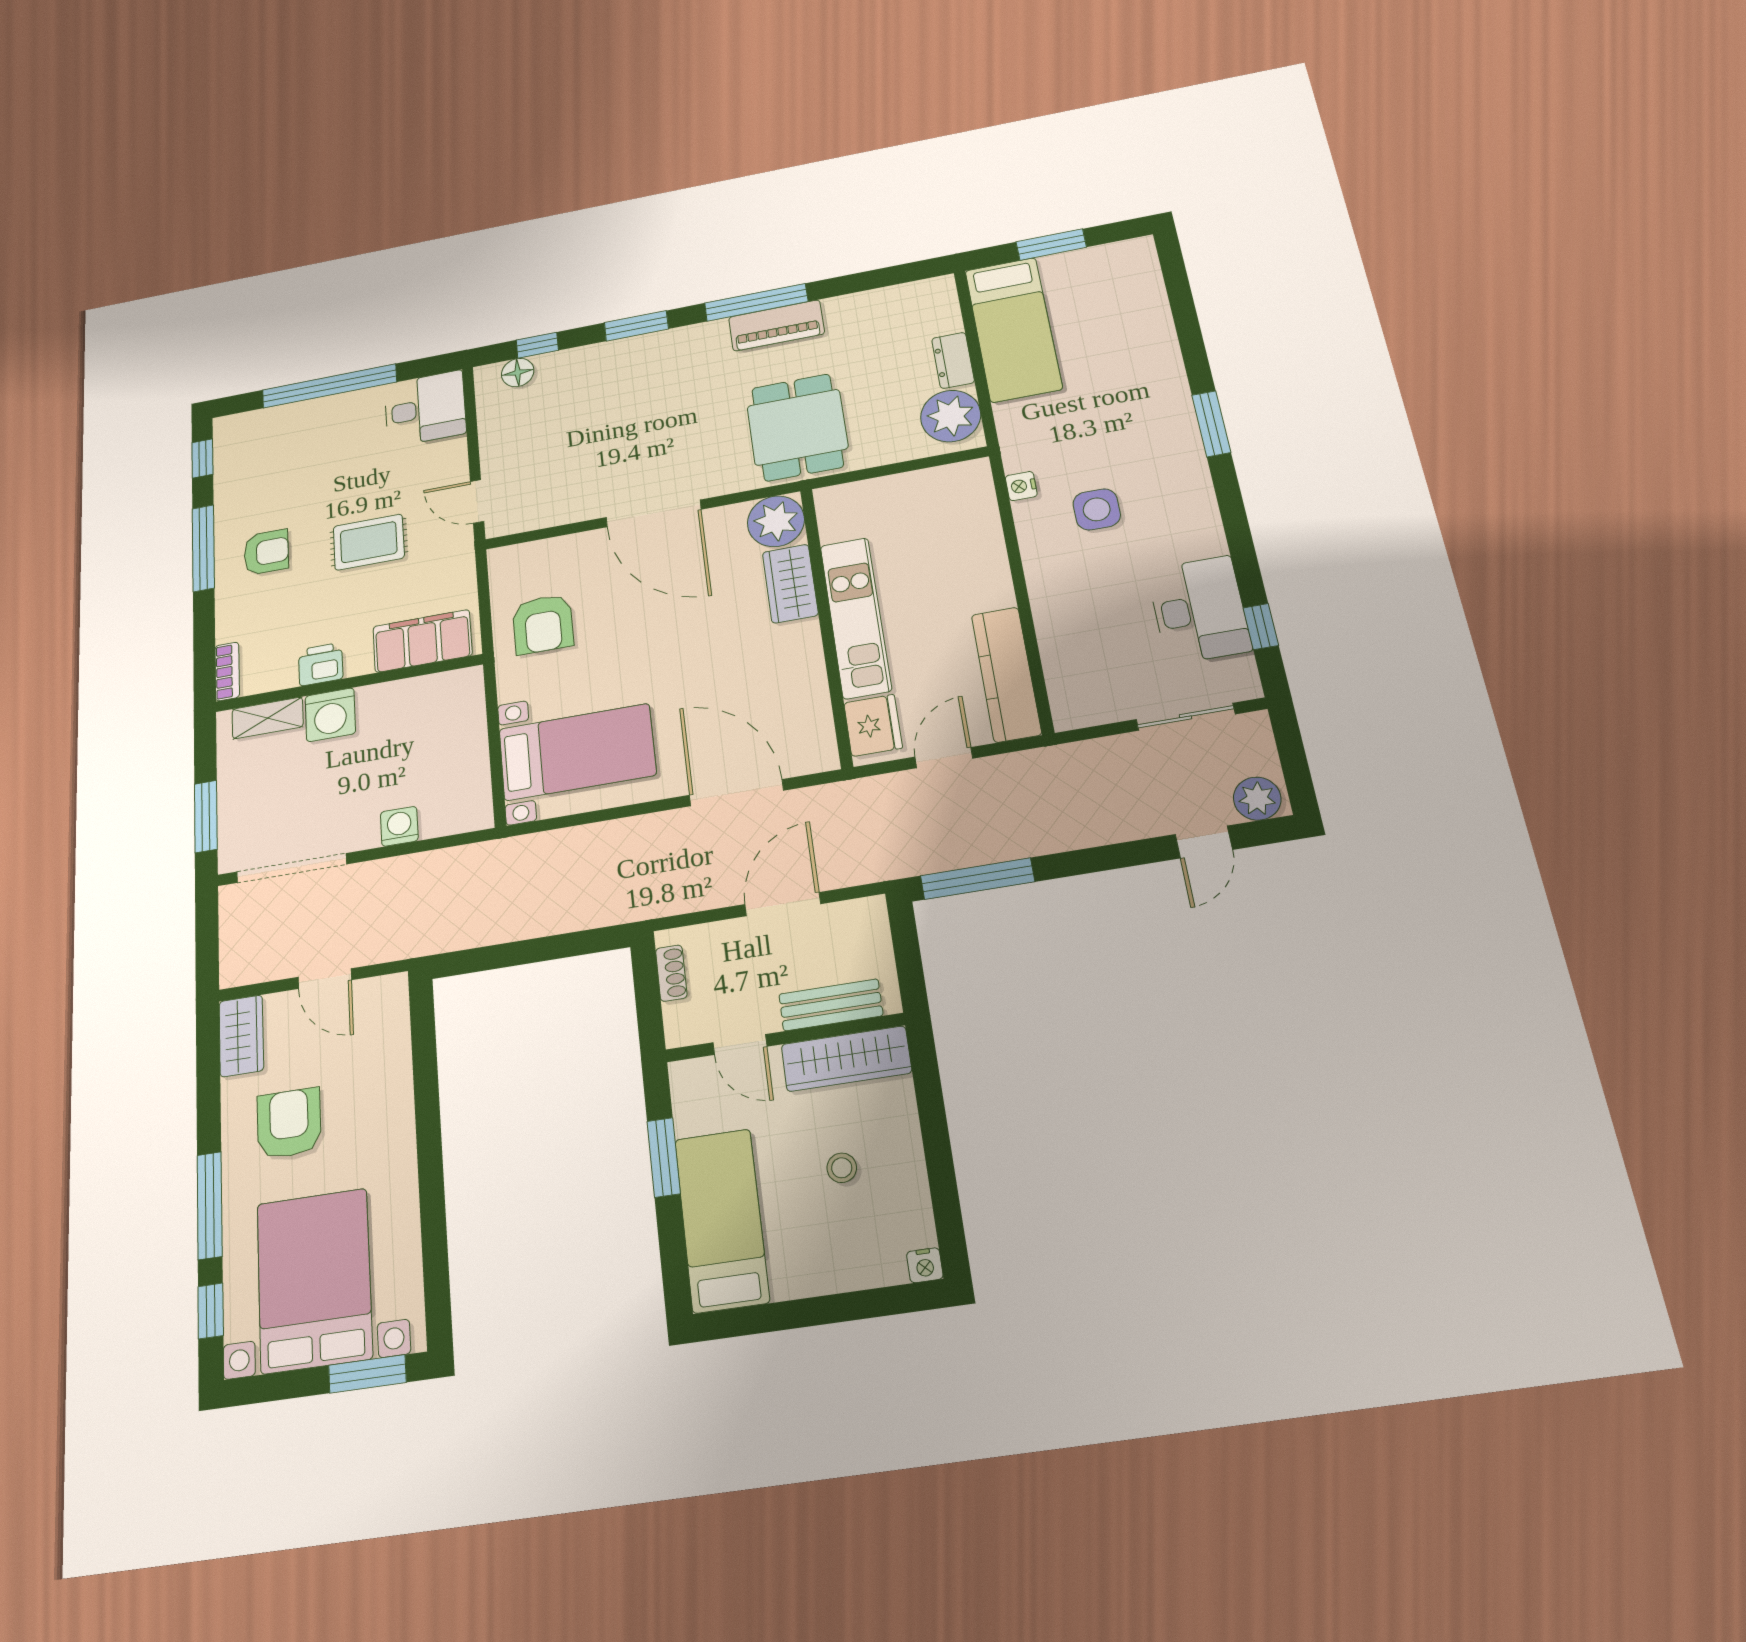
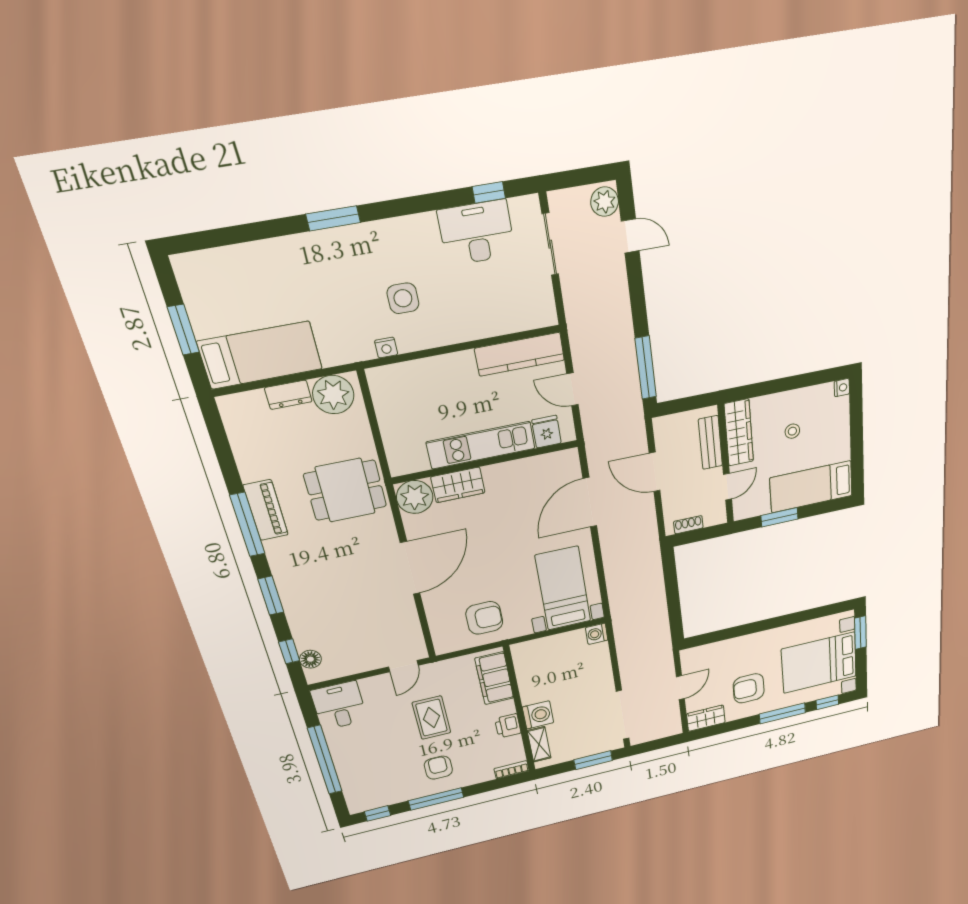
fridge: (873, 725) -> (546, 432), width x0.72
washing machine: (399, 826) -> (597, 634), moved

